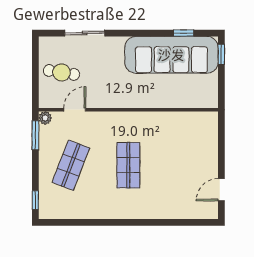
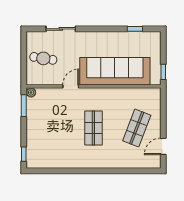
window: (221, 54) -> (163, 72), moved
sofa: (171, 55) -> (115, 71), moved, turned 180
door: (75, 110) -> (71, 86), moved
shop shelf: (71, 165) -> (137, 128), moved

